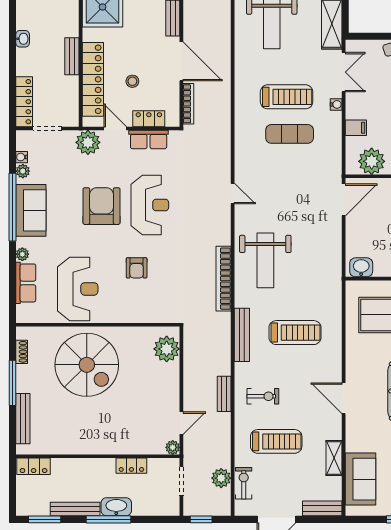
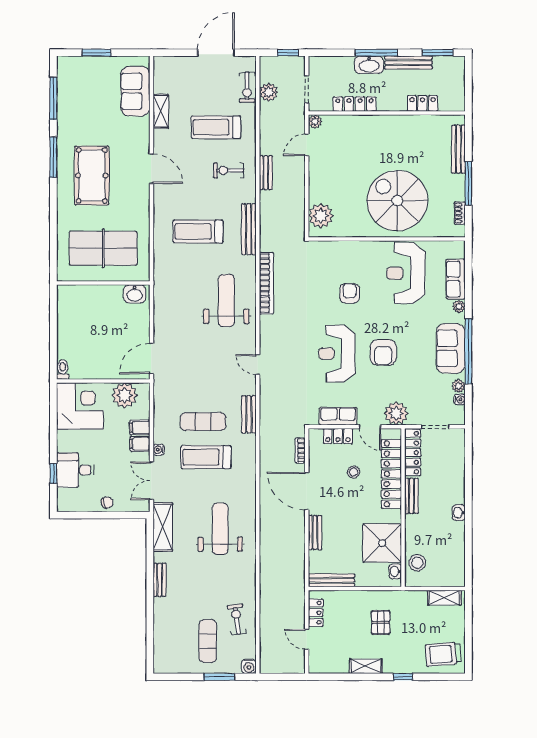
locker: (24, 102) -> (413, 453), moved, turned 180
bookcase: (188, 104) -> (300, 450), width x0.64
filing cabinet: (356, 111) -> (140, 444), added
armchair: (101, 206) -> (383, 352), width x0.73, depth x0.73
locker: (34, 466) -> (422, 103), moved
locker: (131, 466) -> (355, 104), width x1.53
bench: (322, 508) -> (249, 414), moved, turned 90

